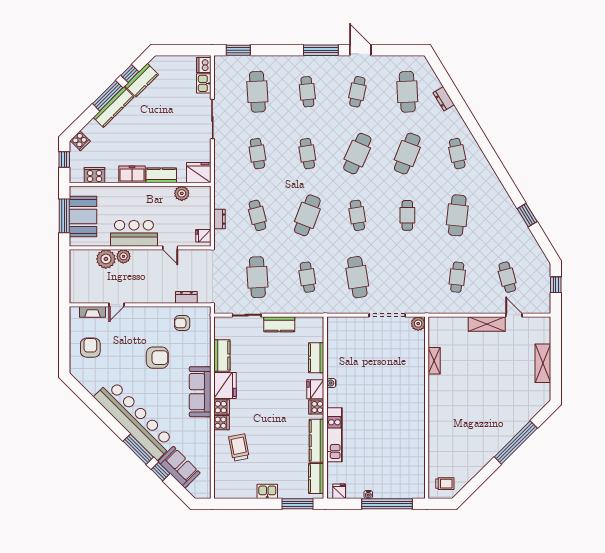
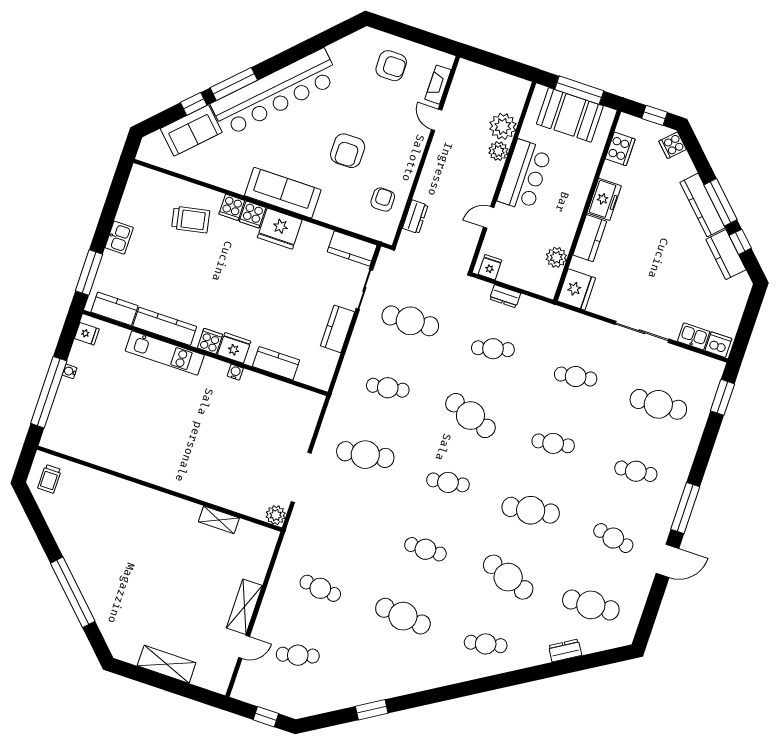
cafe table: (357, 154) -> (531, 510), turned -33
kitchen counter: (222, 355) -> (352, 248), moved

